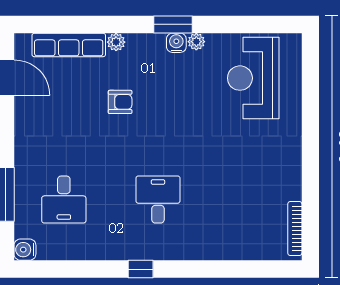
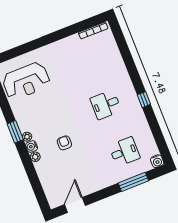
plant: (196, 42) -> (27, 137), moved
water cooler: (176, 43) -> (32, 146), moved
row of seats: (69, 45) -> (46, 180), removed

